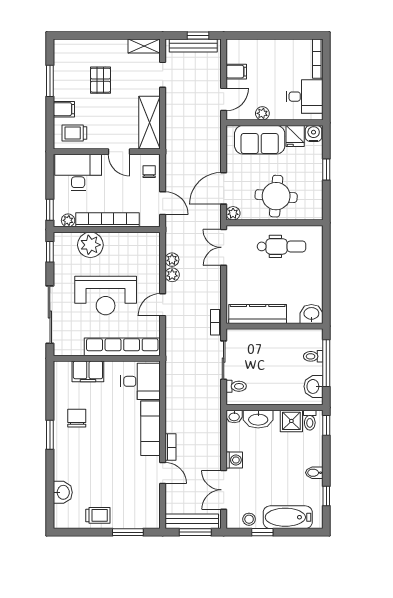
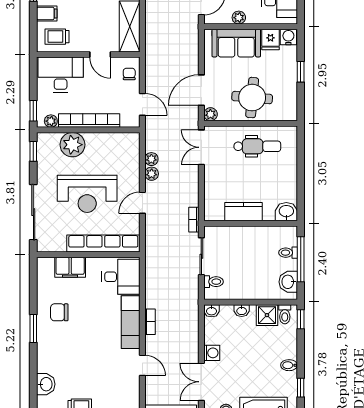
kitchen counter: (258, 314) -> (244, 212), width x0.67
chair: (77, 418) -> (59, 312), turned -90
washbasin: (258, 419) -> (242, 311), width x0.52, depth x0.69
bookcase: (170, 447) -> (150, 322), moved

